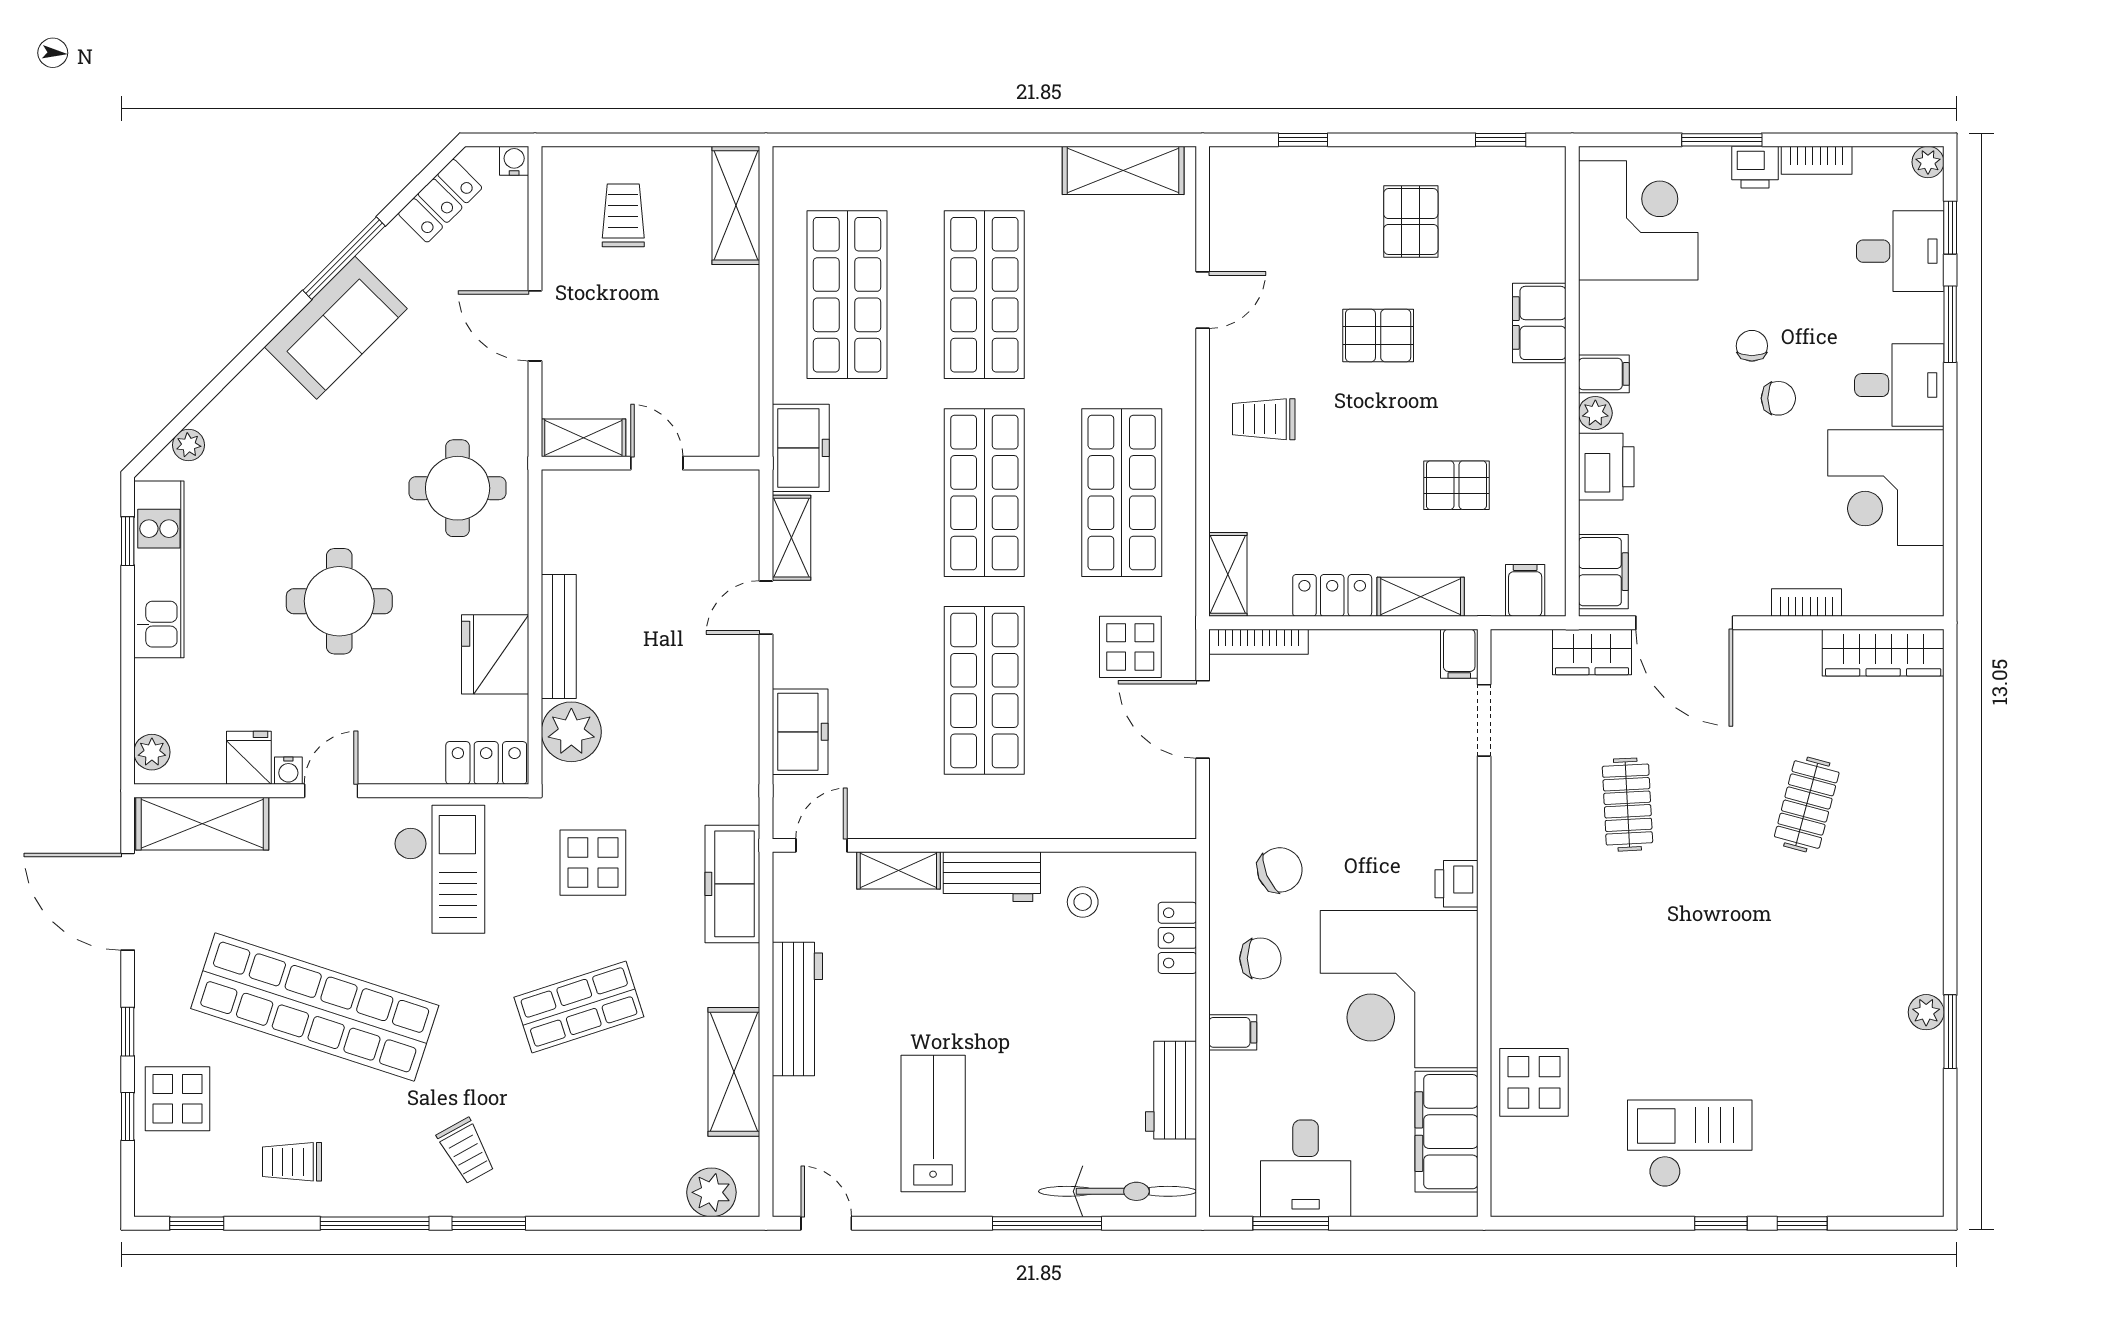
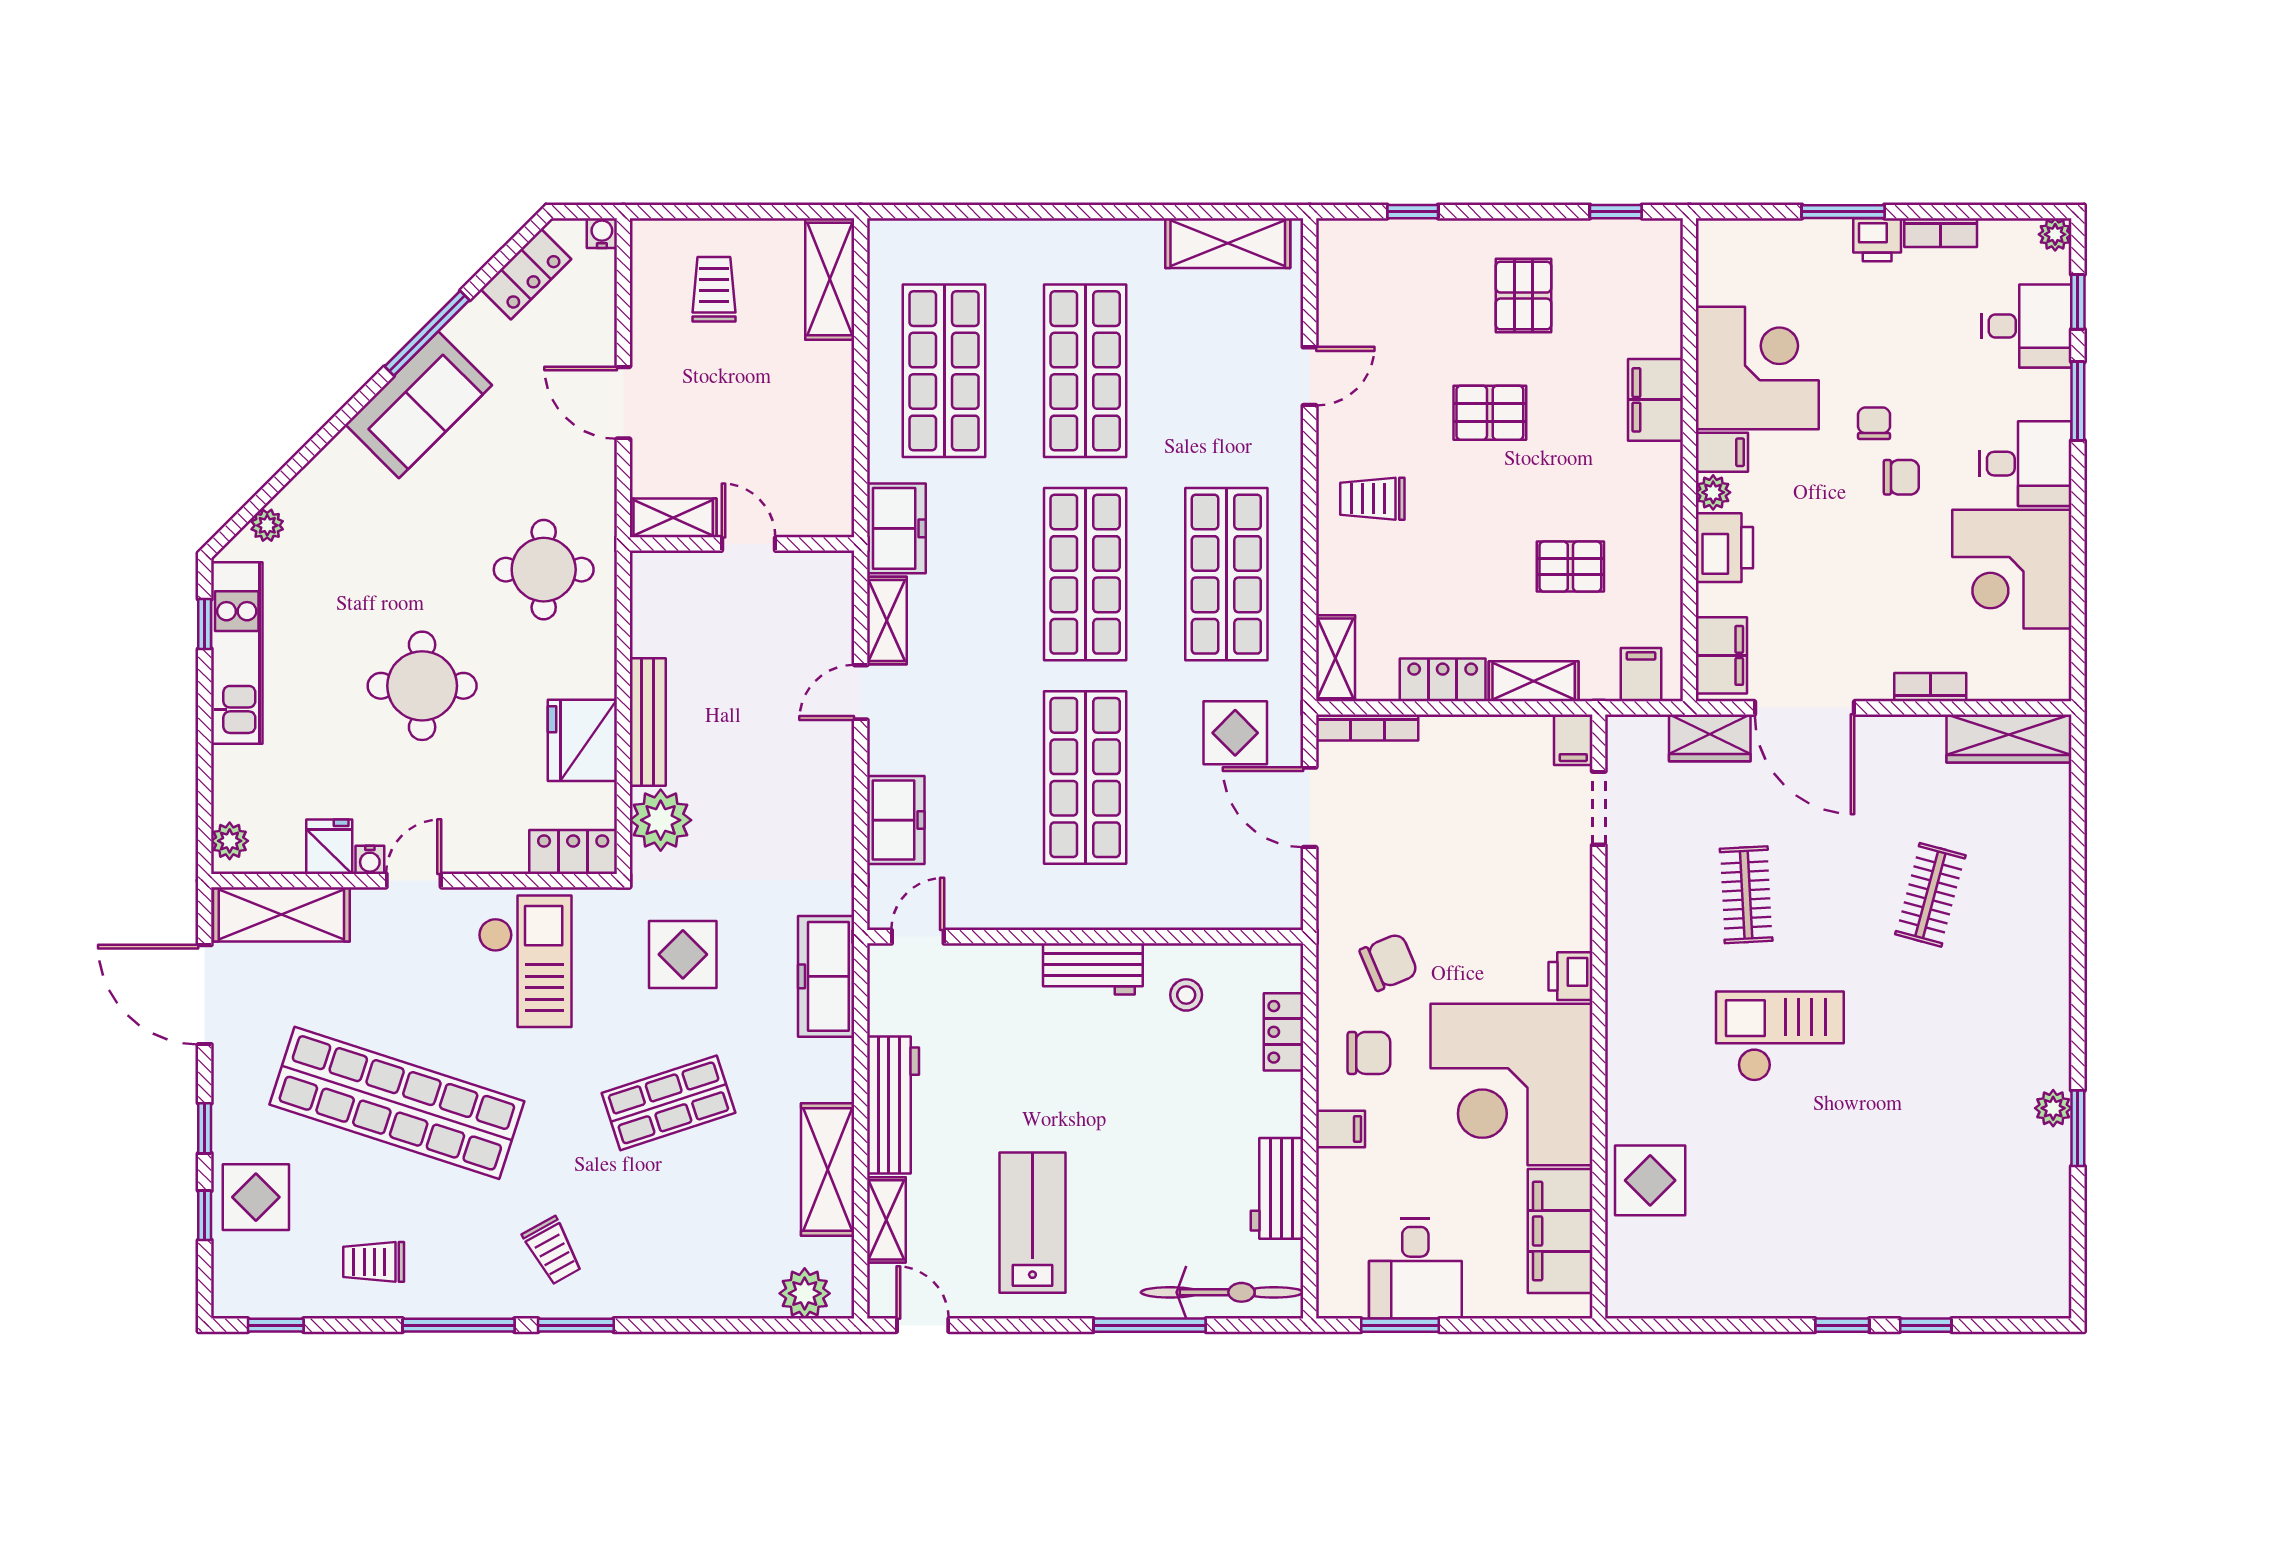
corner desk: (1638, 220) -> (1757, 368), moved
shelving: (898, 870) -> (886, 1220), moved, turned 90
checkout: (1690, 1143) -> (1780, 1036), moved

